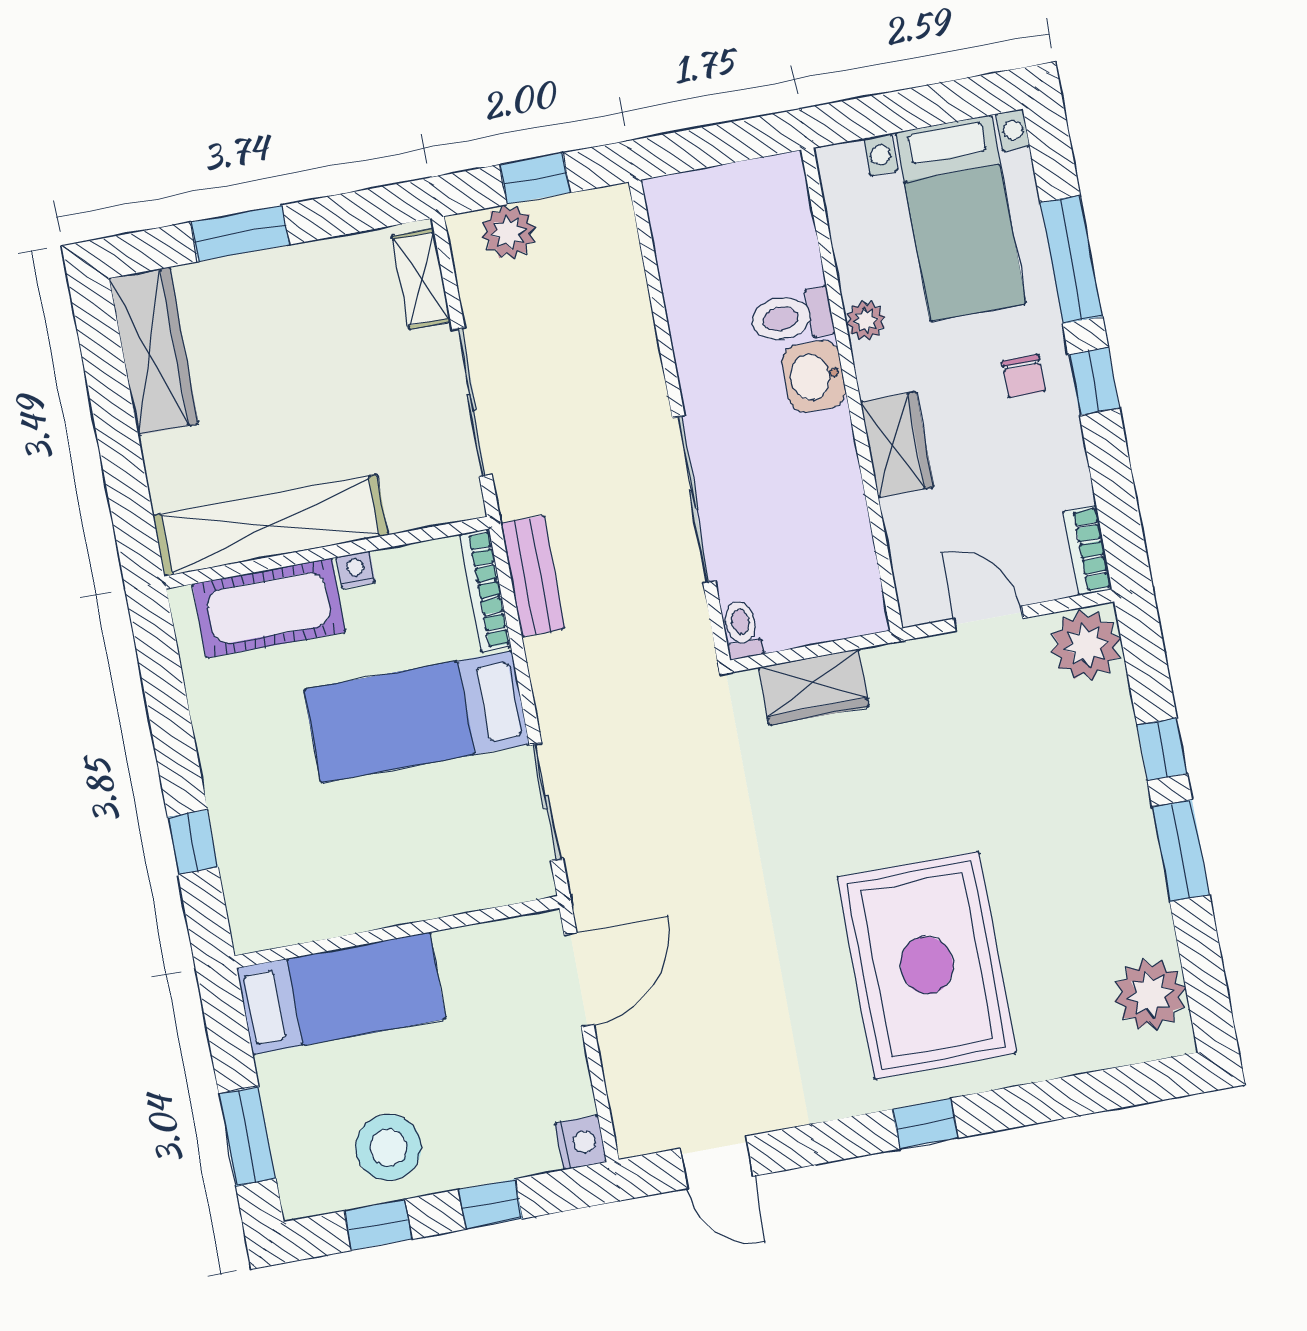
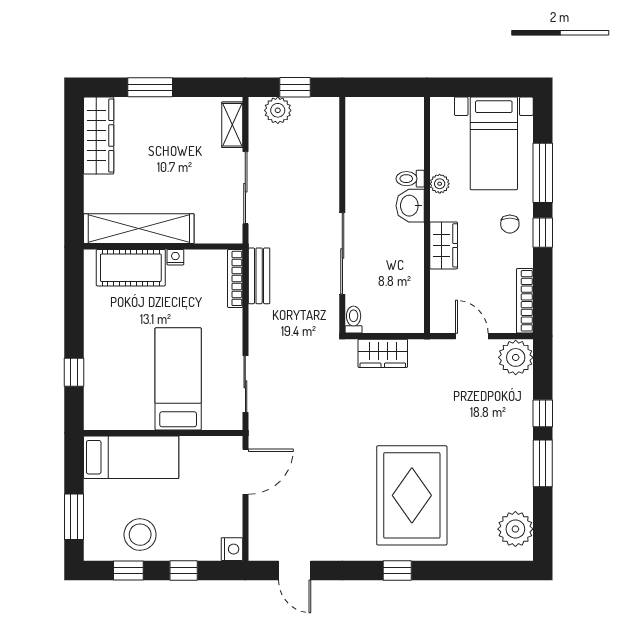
toilet: (792, 317) -> (410, 179), width x0.73, depth x0.72
bookcase: (1087, 550) -> (525, 301), width x1.56
bed: (417, 717) -> (178, 379), moved, turned 90

